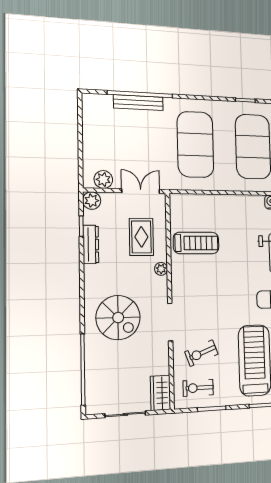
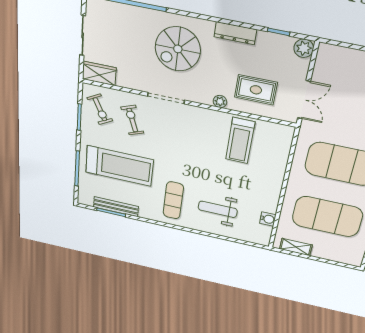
plant: (103, 179) -> (324, 65), removed
dresser: (91, 244) -> (235, 33), moved
exercise bike: (198, 388) -> (100, 109), turned 152

